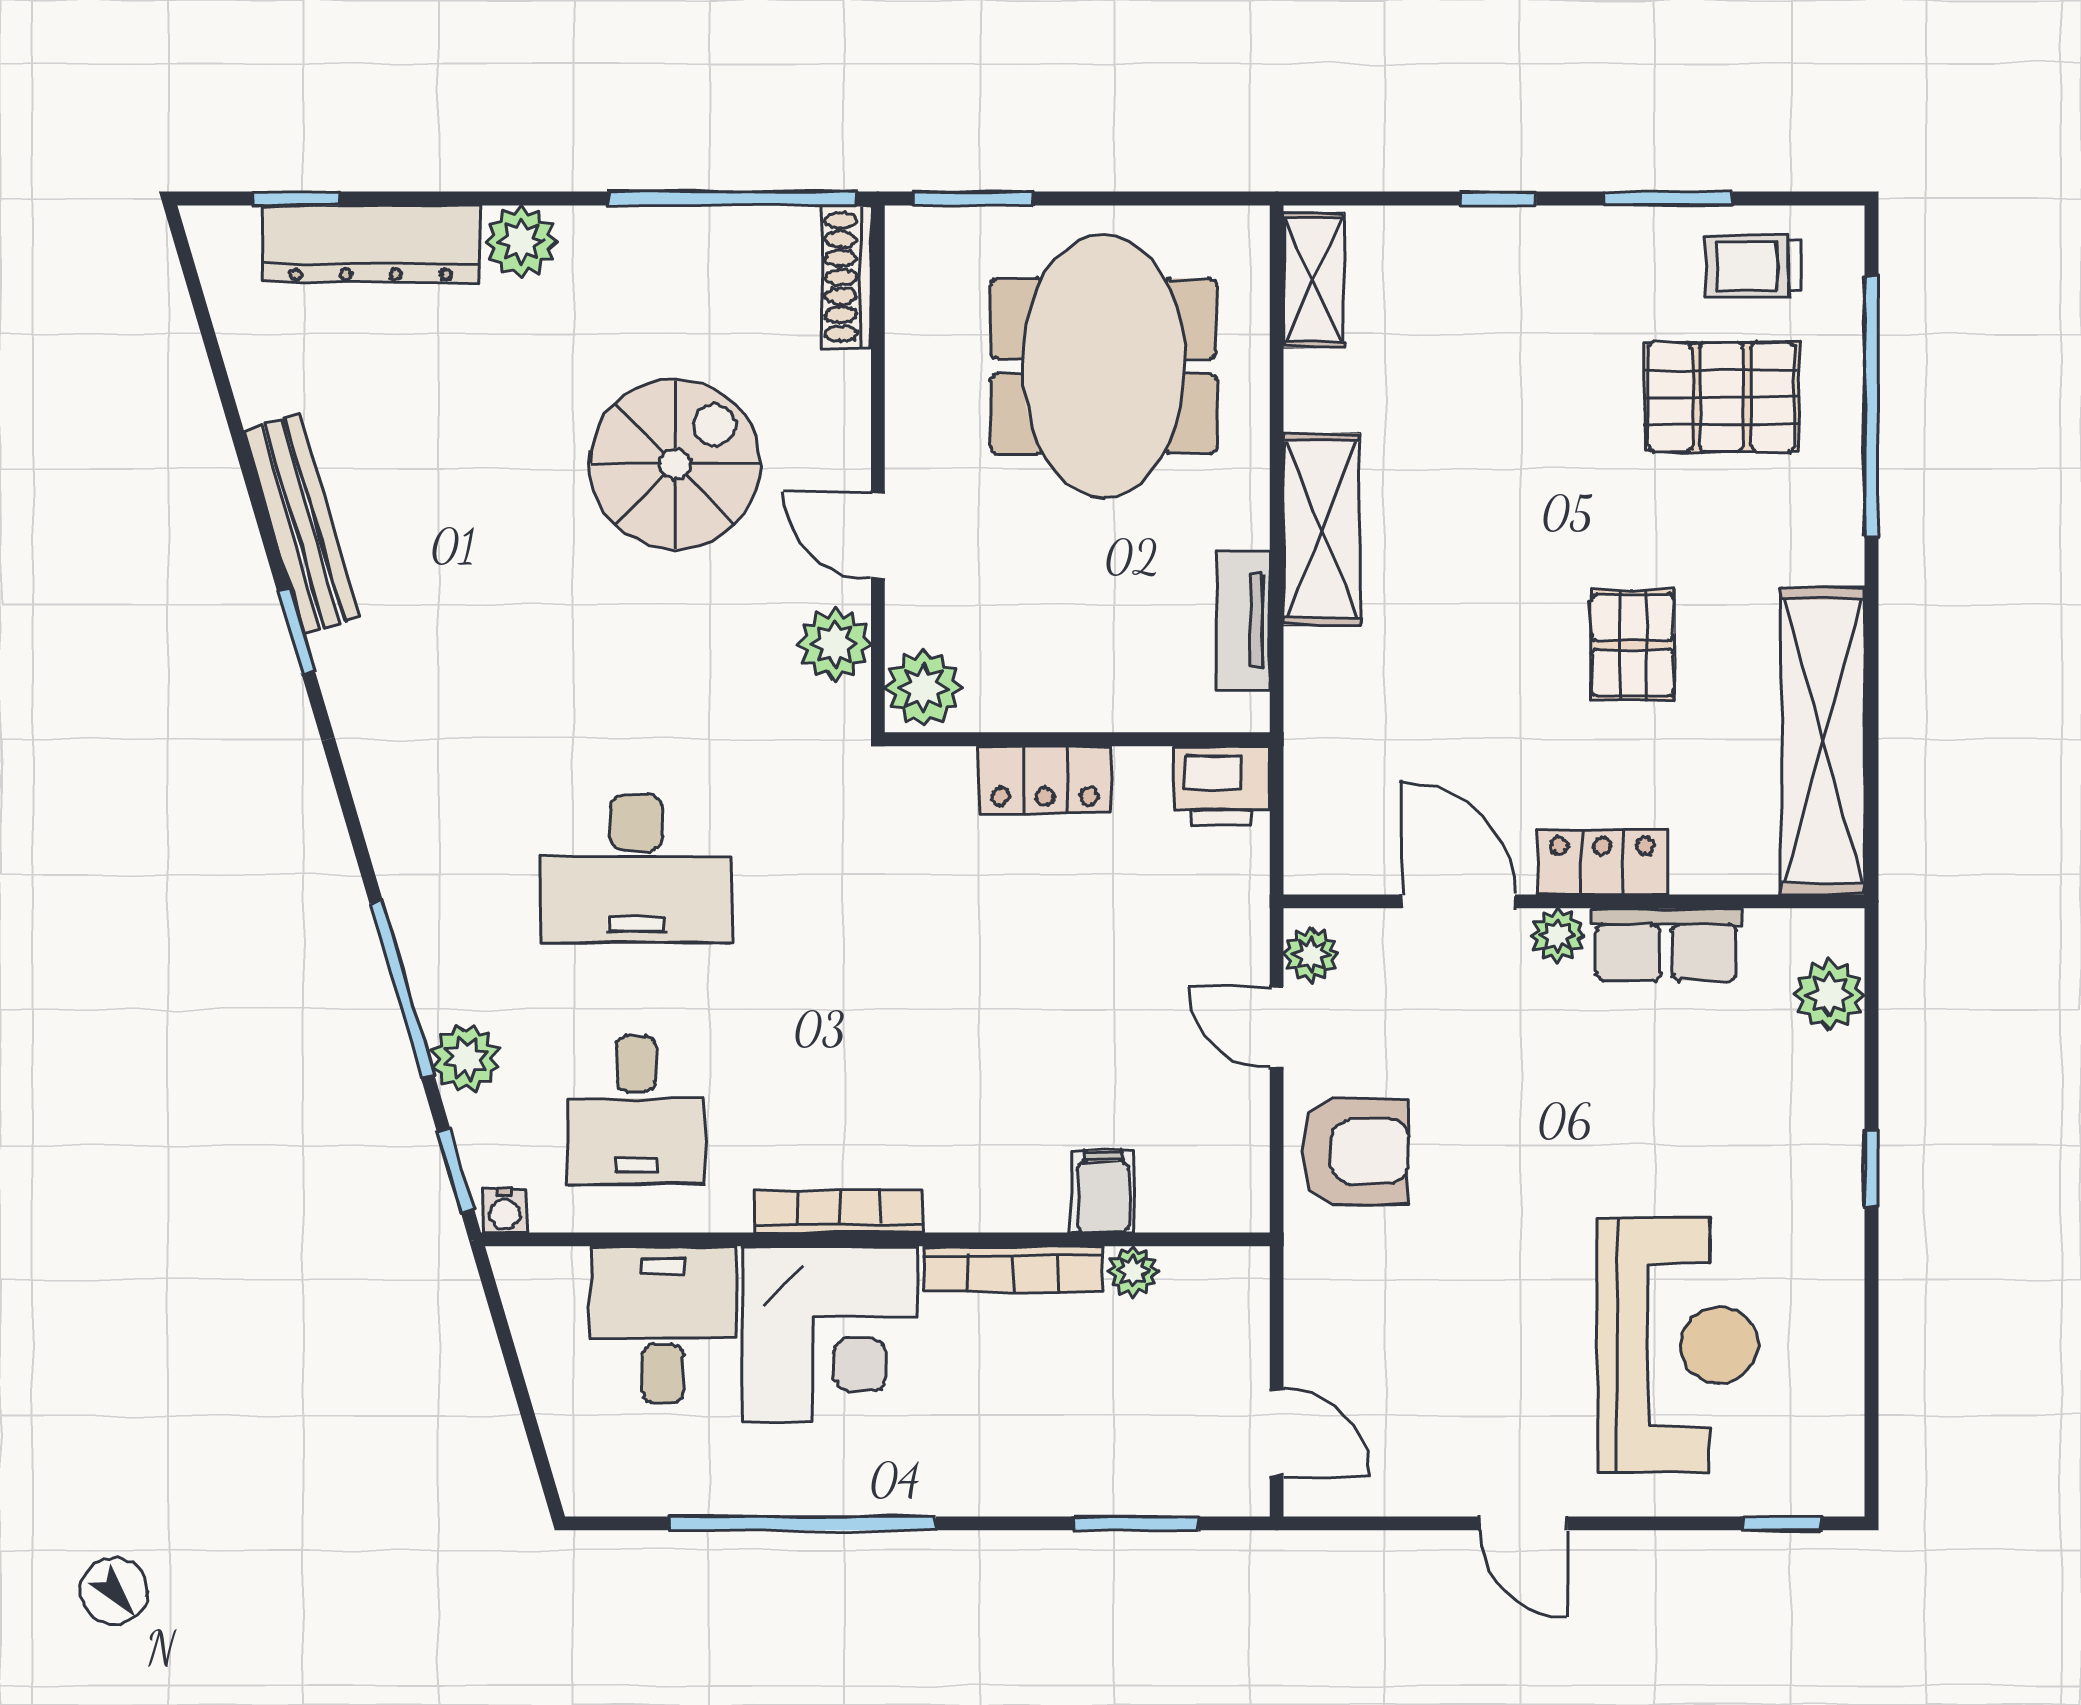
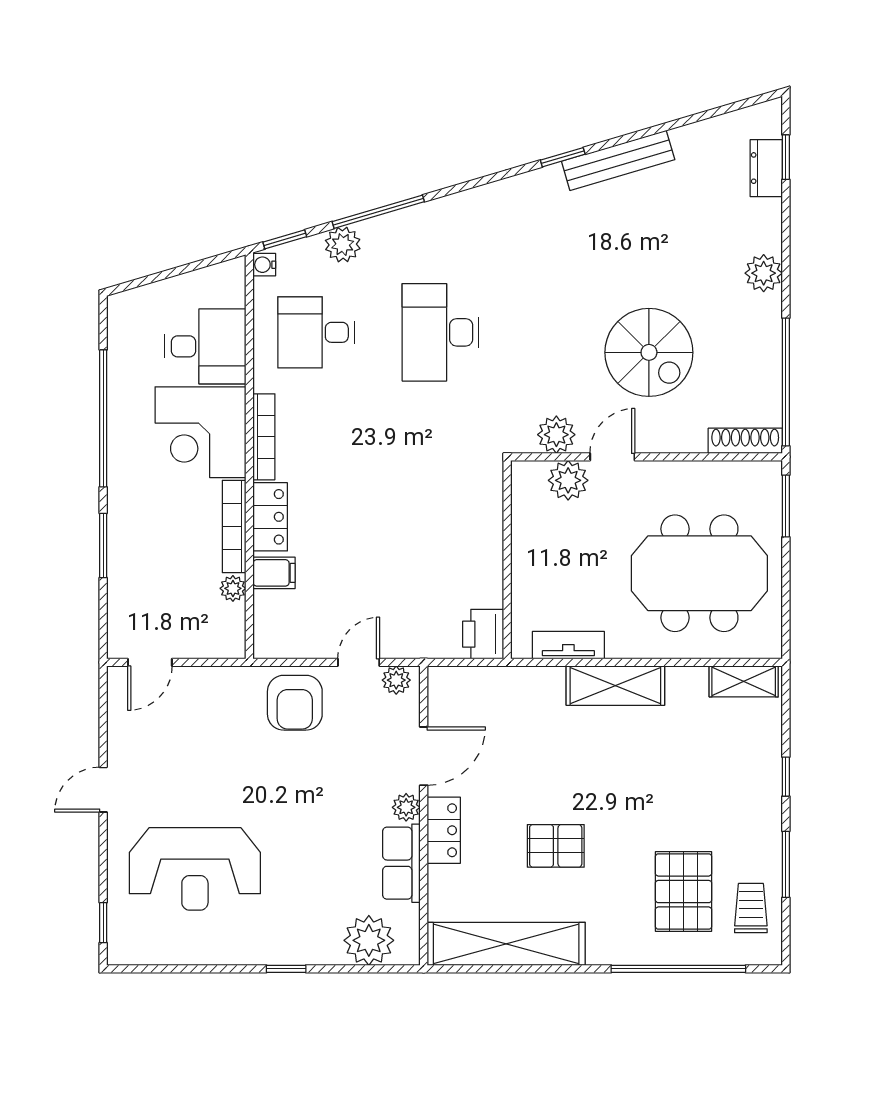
dresser: (371, 244) -> (766, 168), width x0.51, depth x0.80
plant: (923, 688) -> (568, 480), moved
locker: (1045, 779) -> (270, 517), moved, turned 180
plant: (1829, 995) -> (369, 940), width x1.36, depth x1.36
window: (1136, 1523) -> (103, 546), moved

